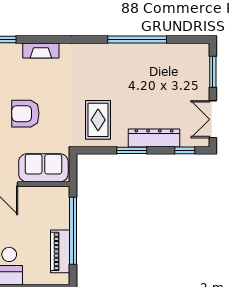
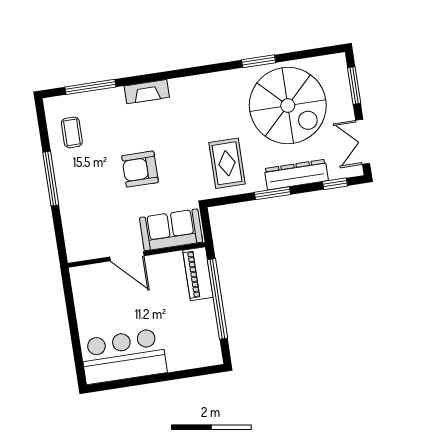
window: (137, 40) -> (259, 61), width x0.47
spiral stairs: (156, 80) -> (288, 106), added
piano: (60, 251) -> (198, 274), moved

